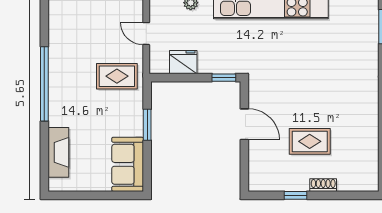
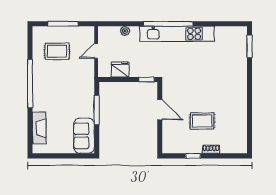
door: (146, 34) -> (96, 51), hinge flipped
rug: (117, 76) -> (57, 51), moved
window: (147, 125) -> (97, 110), width x1.44

